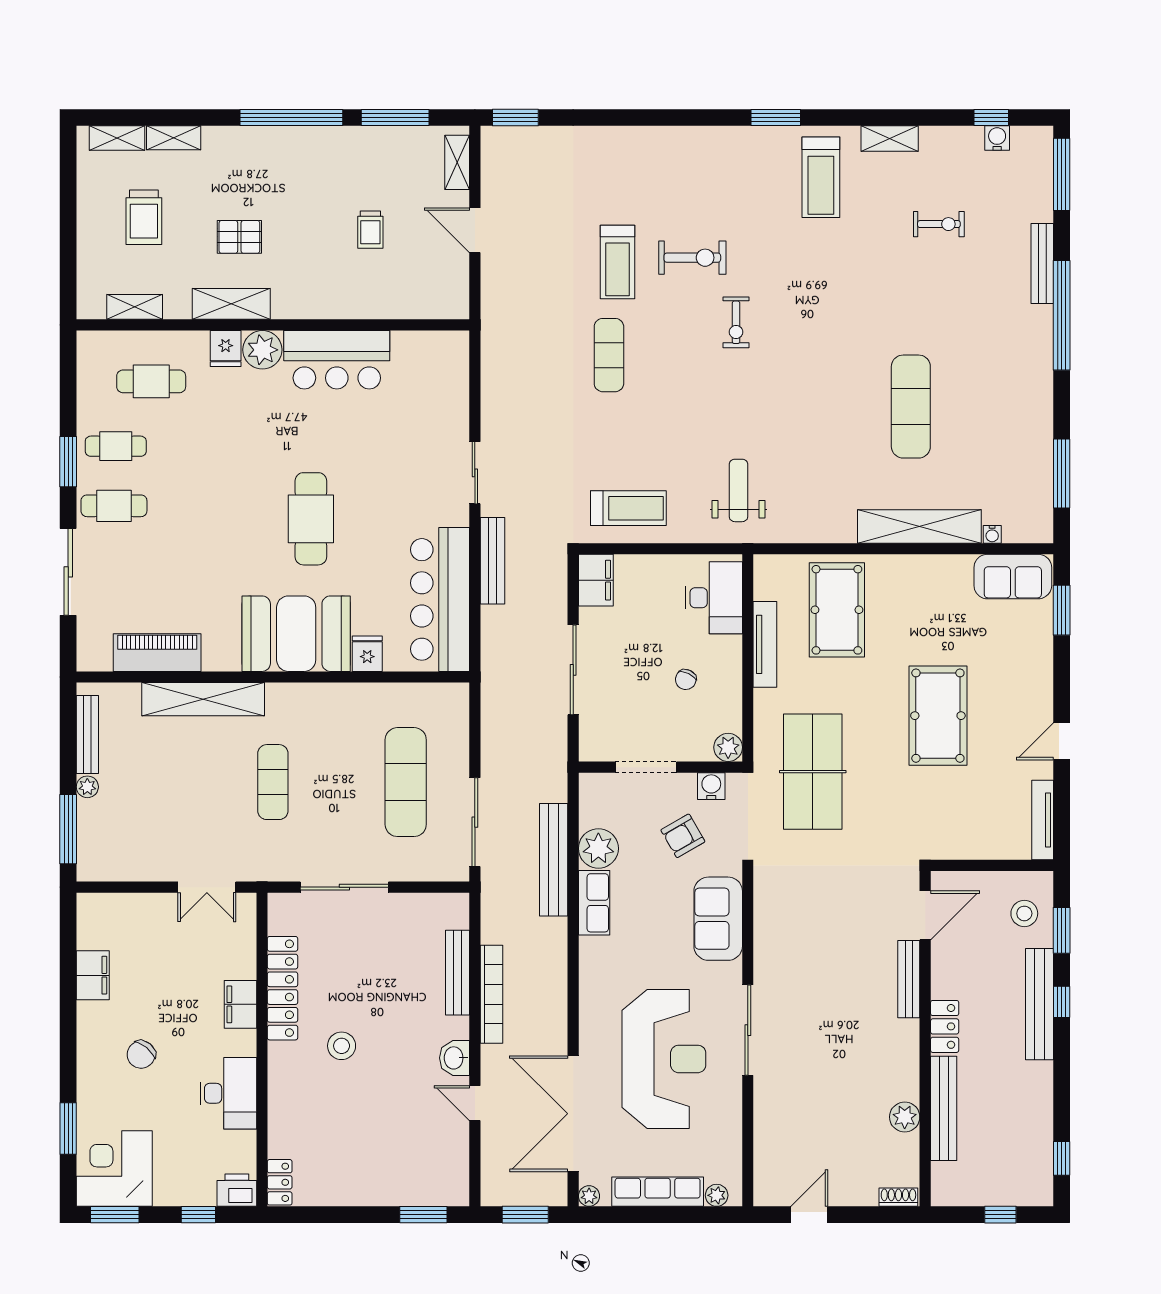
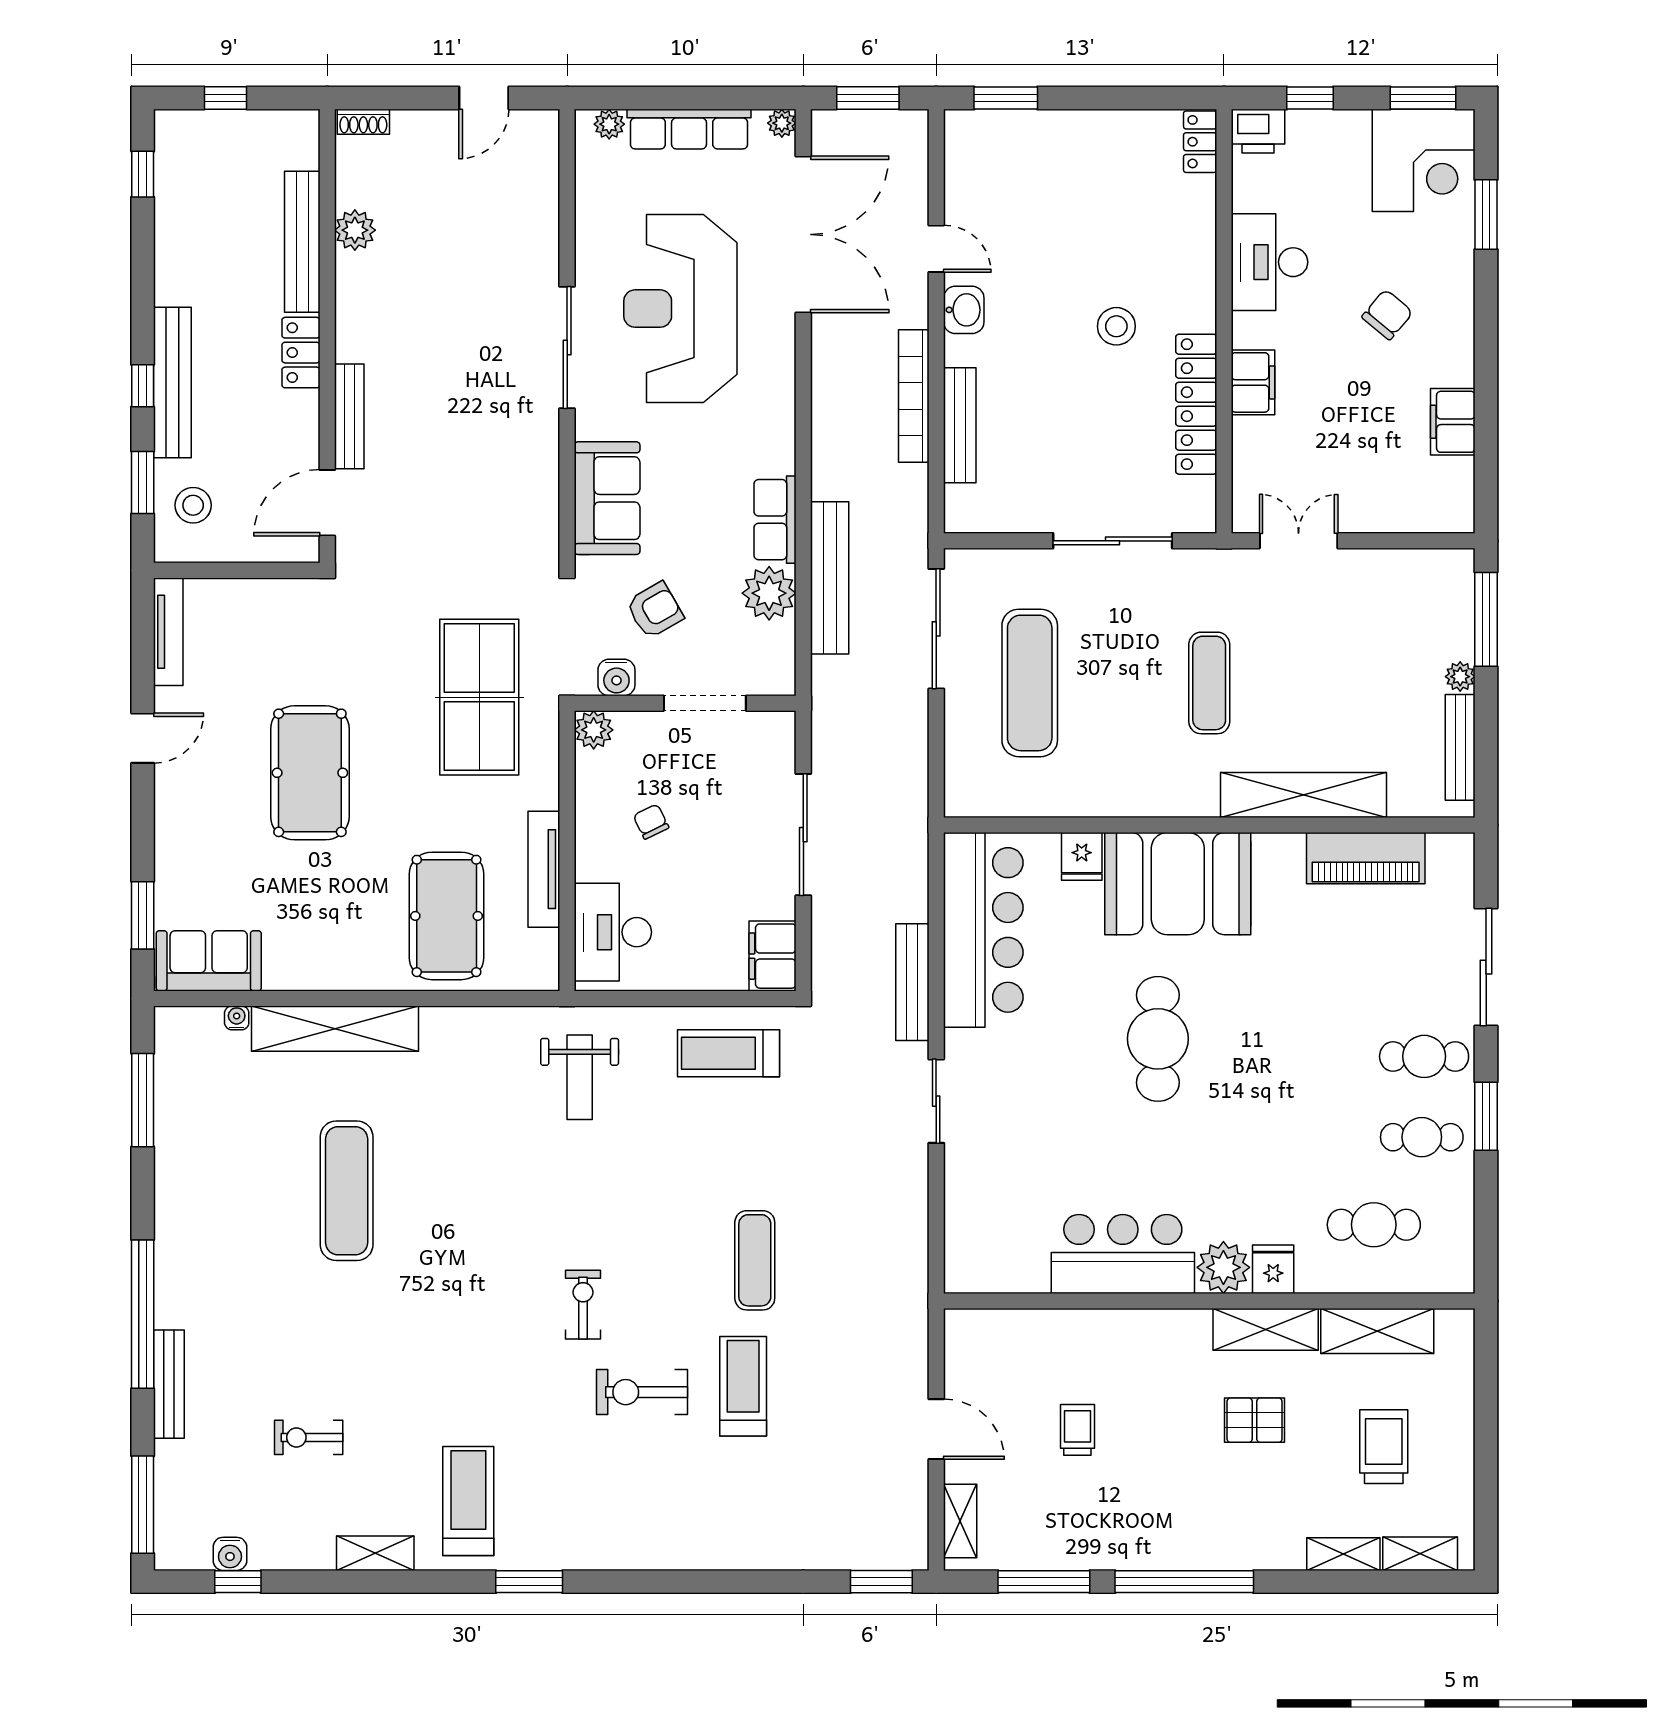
shelving: (135, 307) -> (1377, 1331), width x1.50, depth x1.33
chair: (686, 680) -> (651, 822), turned -52

